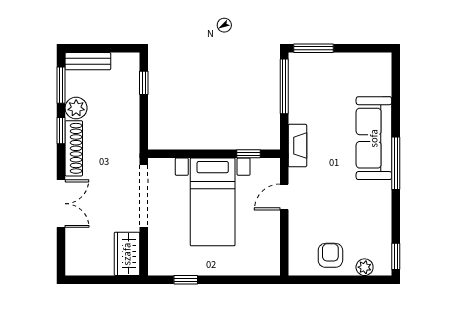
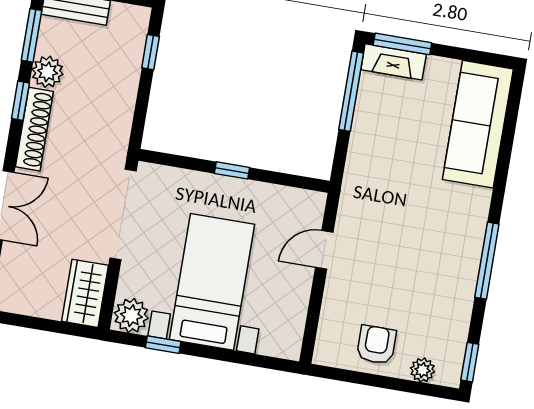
sofa: (374, 138) -> (478, 124), moved
fireplace: (297, 146) -> (394, 62), moved, turned 90
window: (249, 154) -> (232, 170), moved
window: (396, 163) -> (487, 261), moved
bed with nightstands: (213, 202) -> (212, 282), moved, turned 180
plant: (161, 264) -> (131, 316), added

